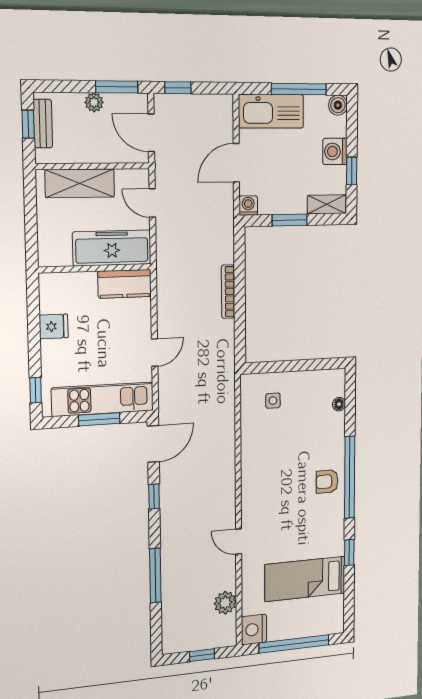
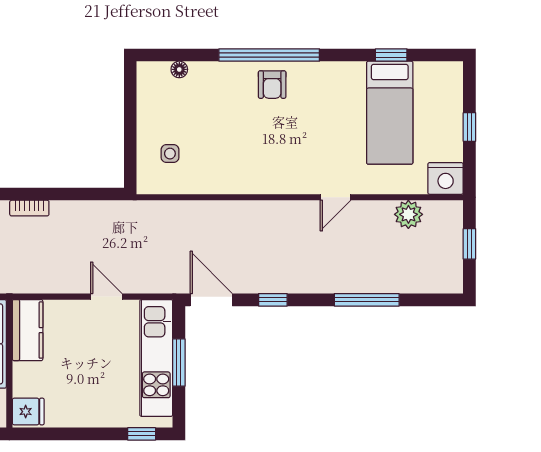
bookcase: (228, 292) -> (29, 208), width x0.64
fridge: (54, 326) -> (28, 412), moved, turned 90
window: (349, 552) -> (391, 55), moved
window: (294, 644) -> (469, 127), width x0.32

